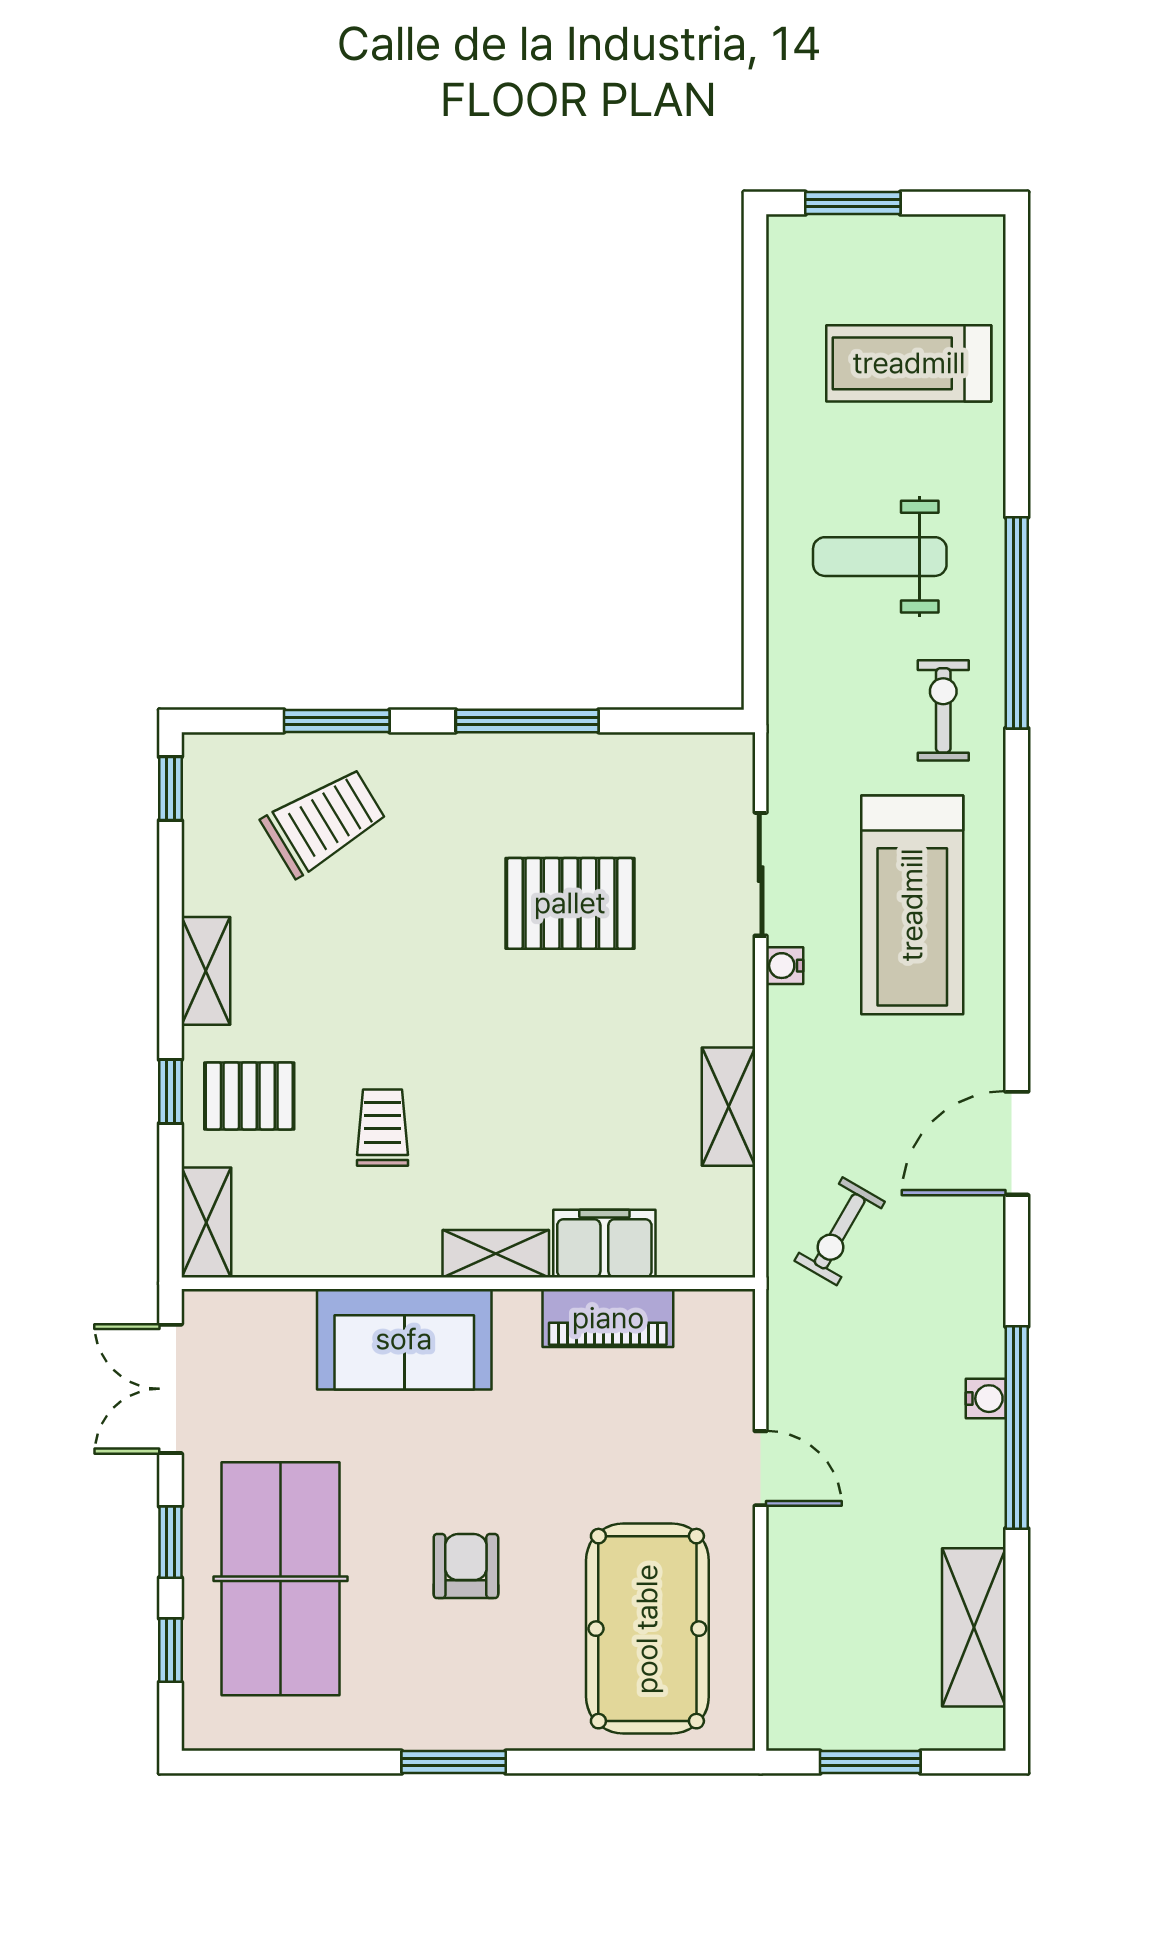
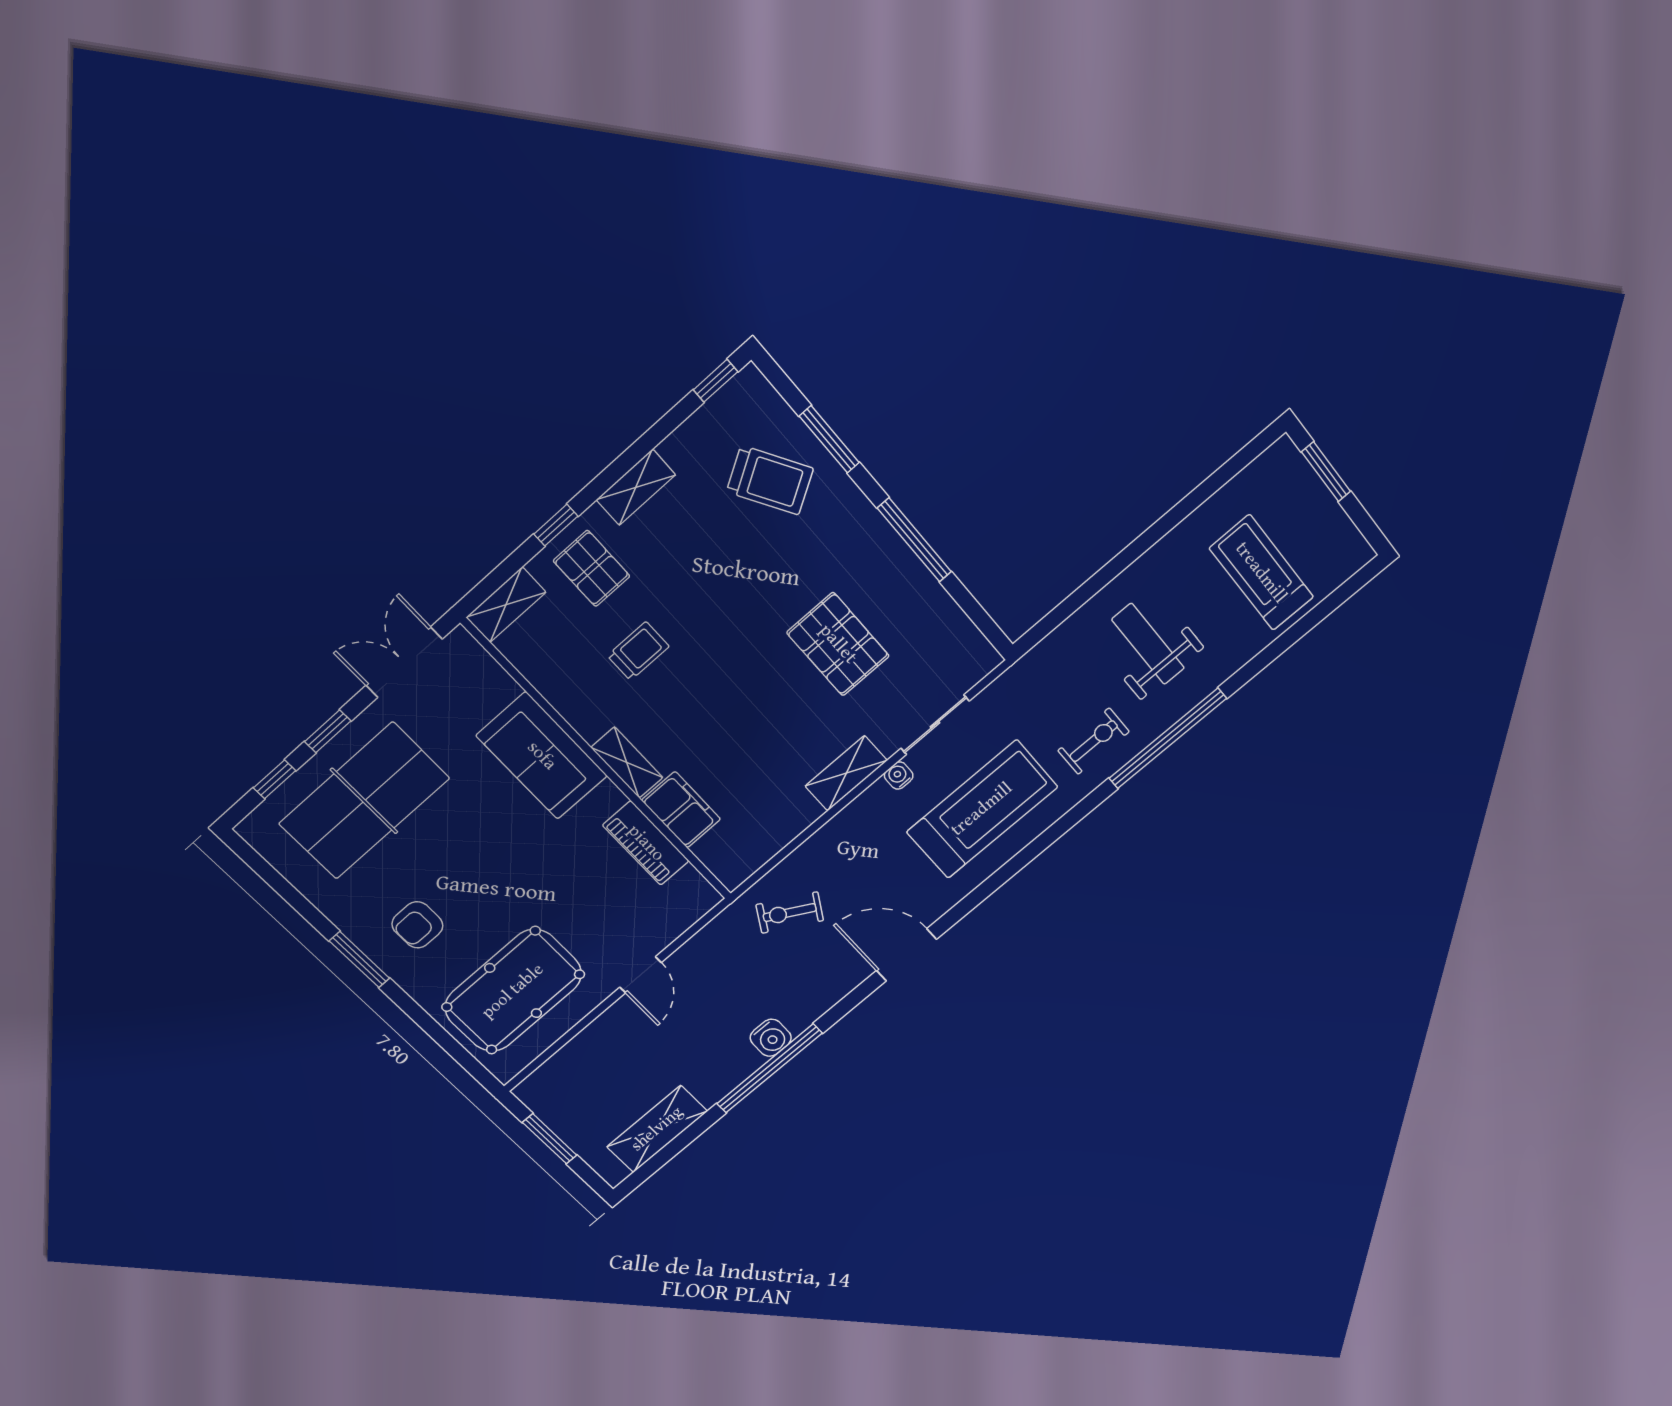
treadmill: (912, 905) -> (982, 809), turned 180
shelving: (728, 1107) -> (846, 773), moved
water cooler: (986, 1399) -> (771, 1038), width x1.38, depth x1.38
armchair: (466, 1566) -> (417, 925), moved, turned 180

